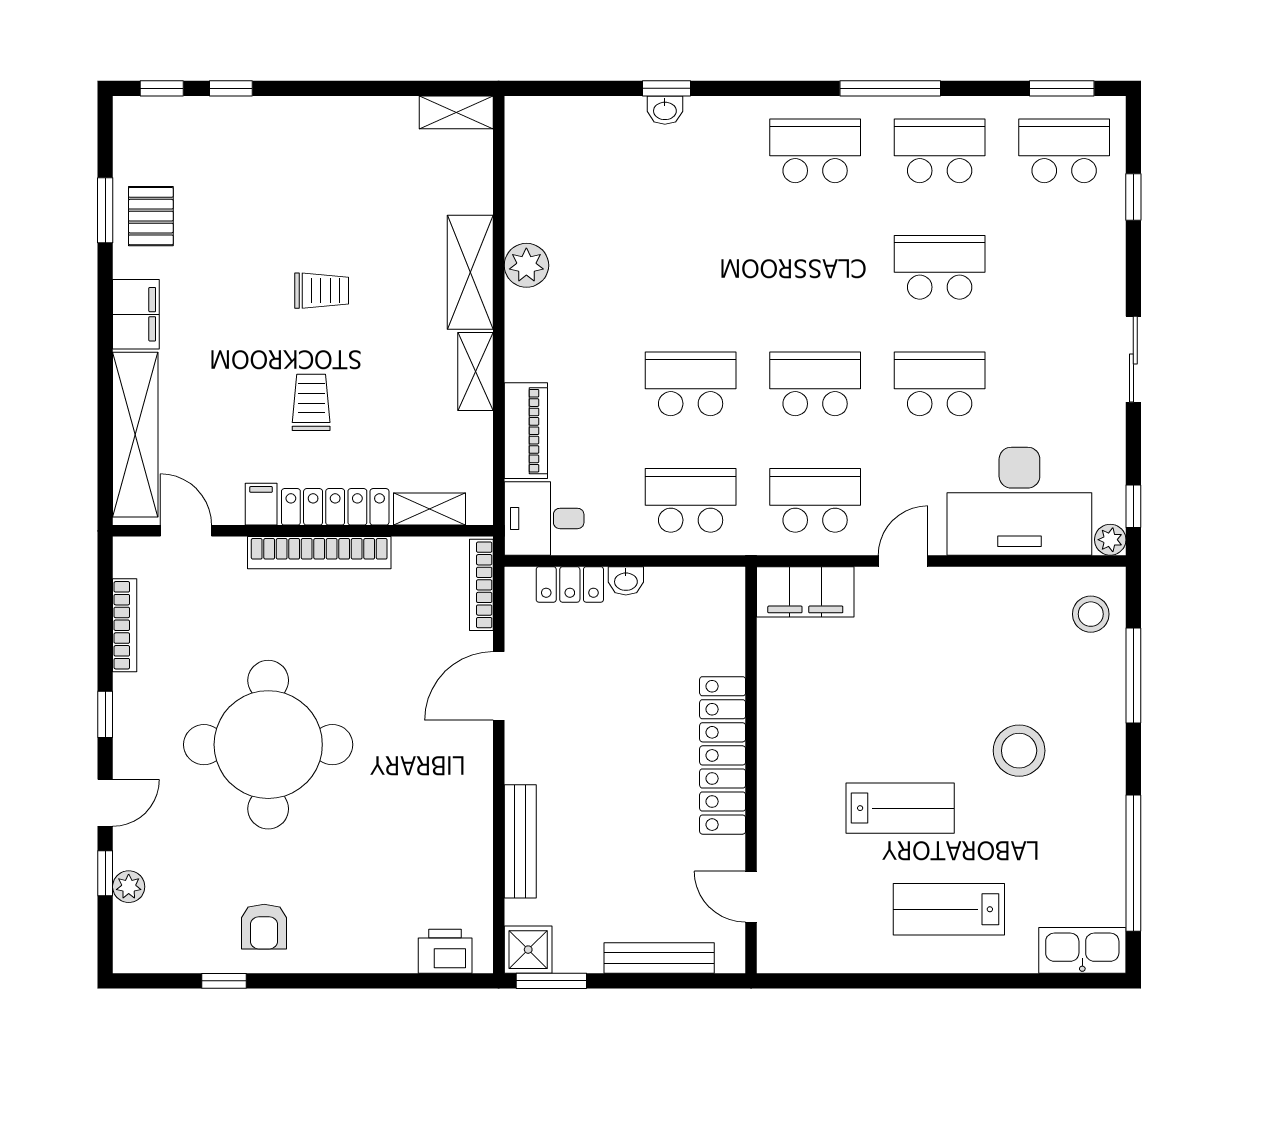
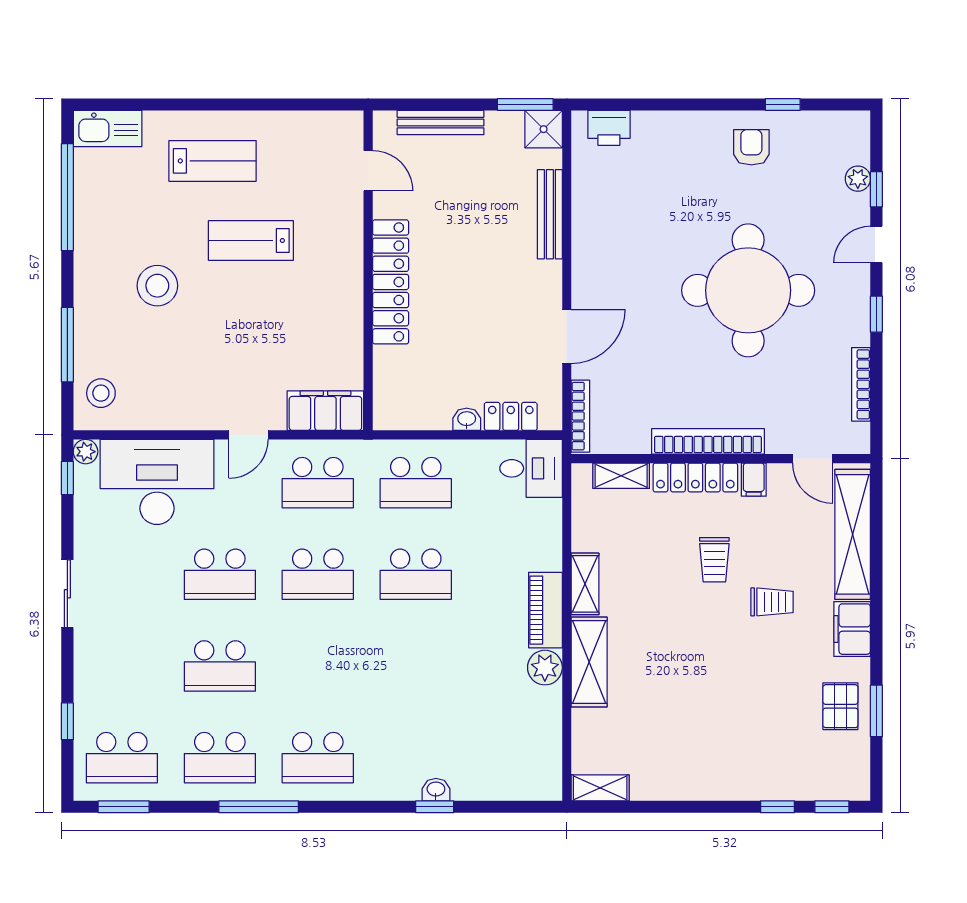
trolley: (322, 291) -> (772, 602), moved, turned 180
piano: (526, 431) -> (545, 610), moved

